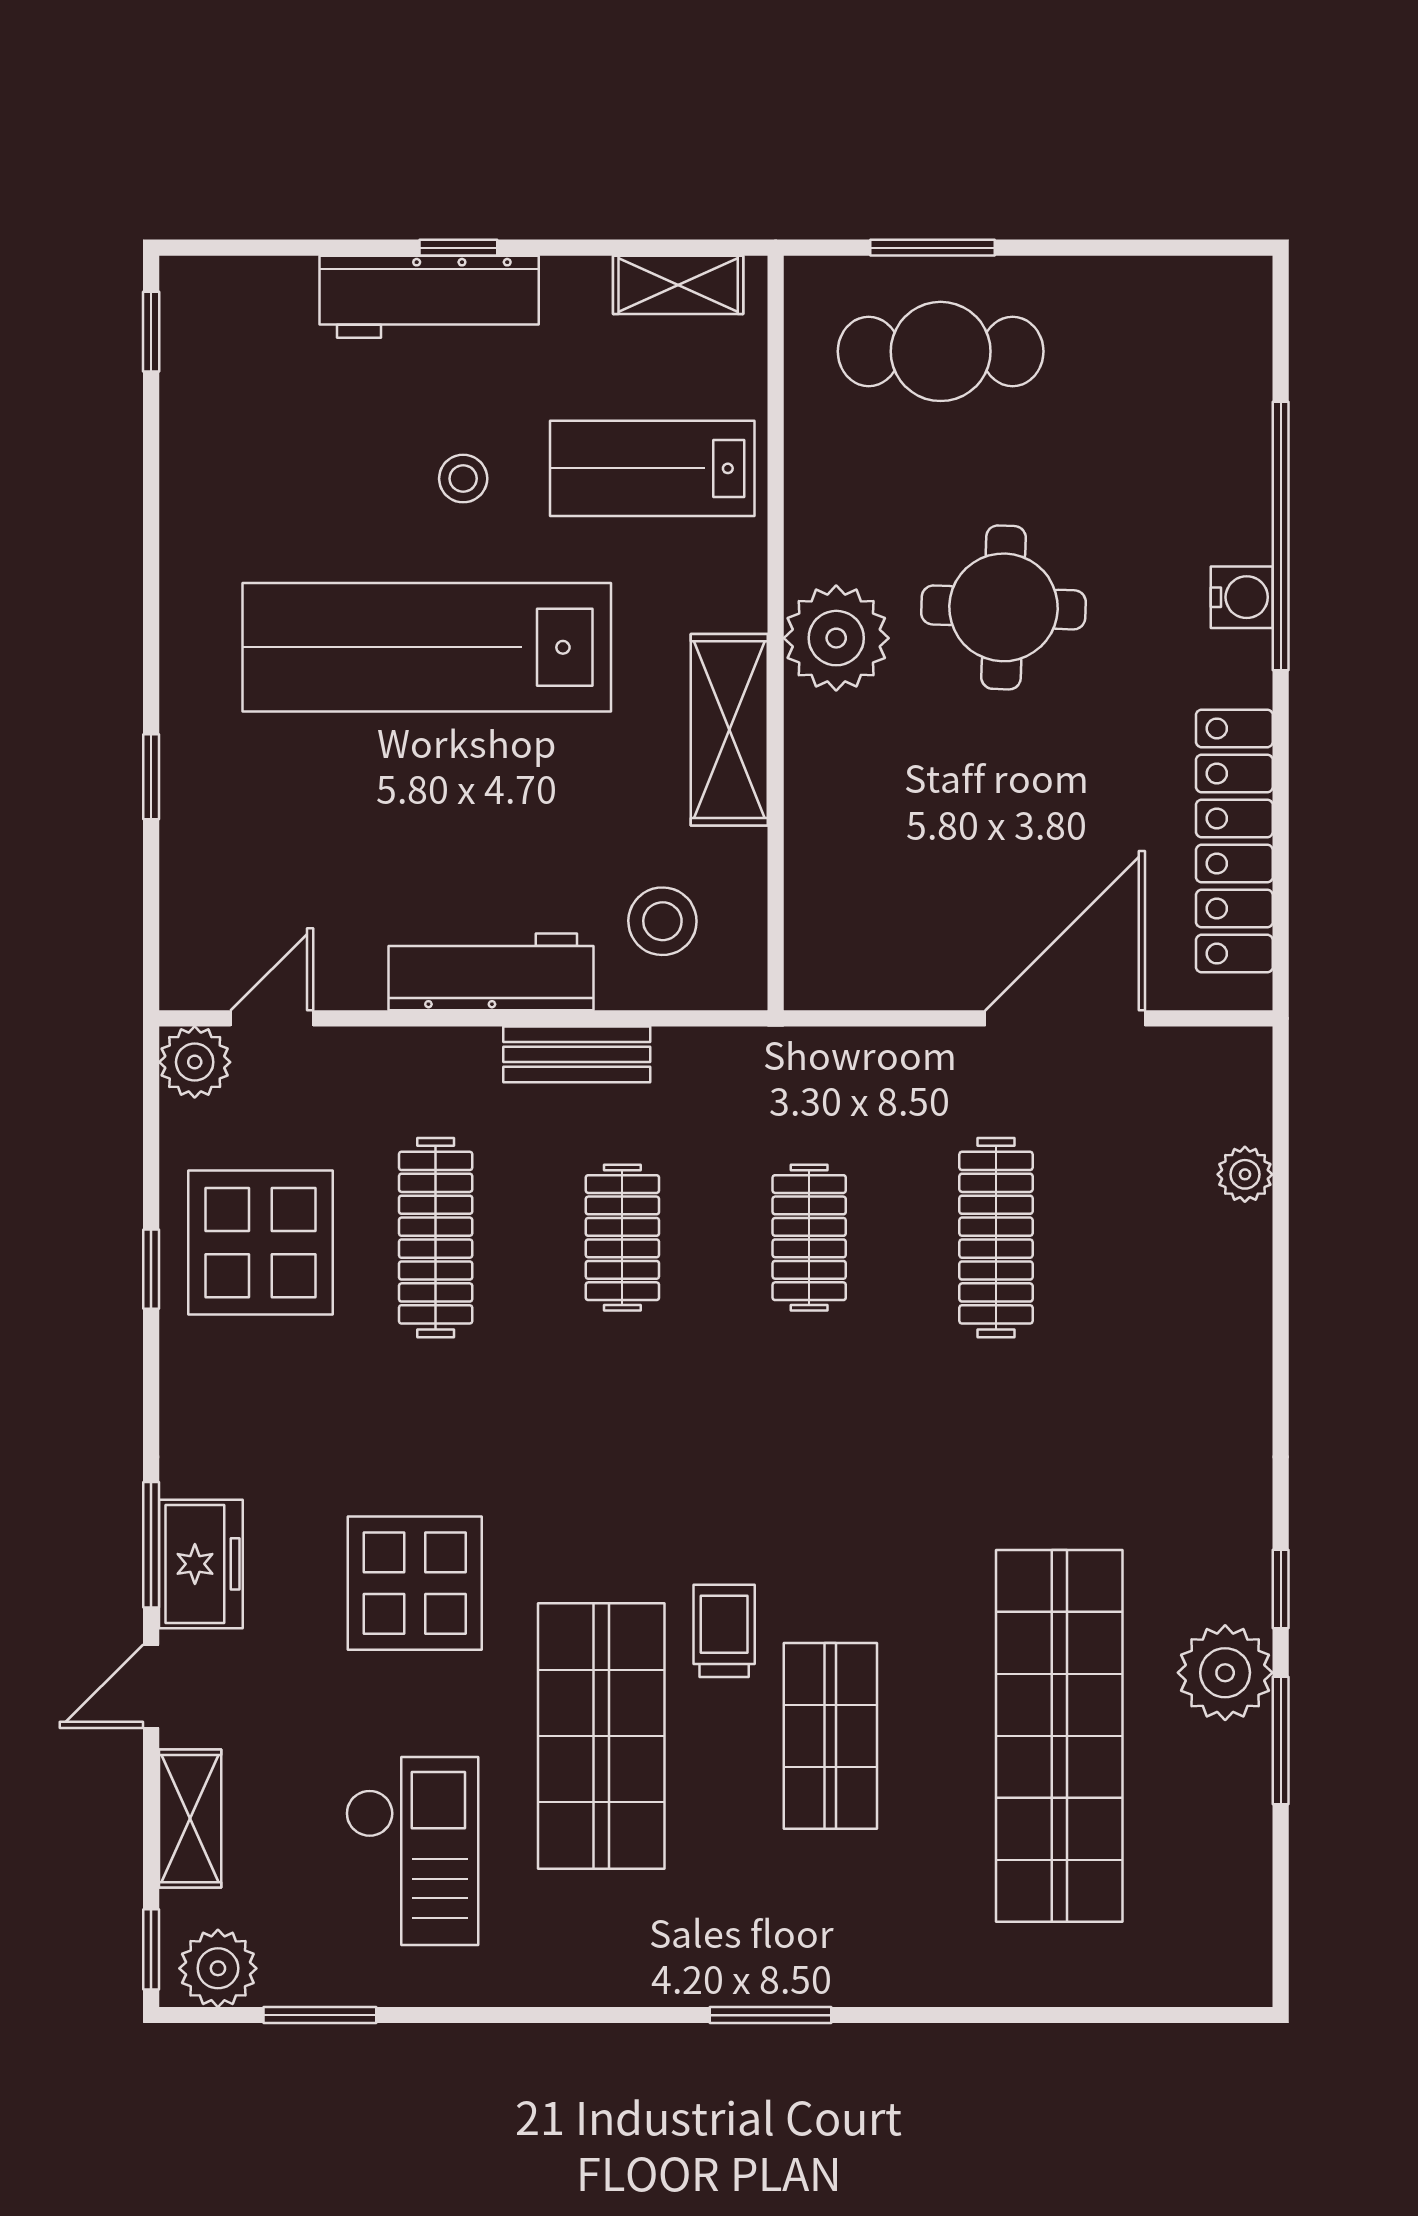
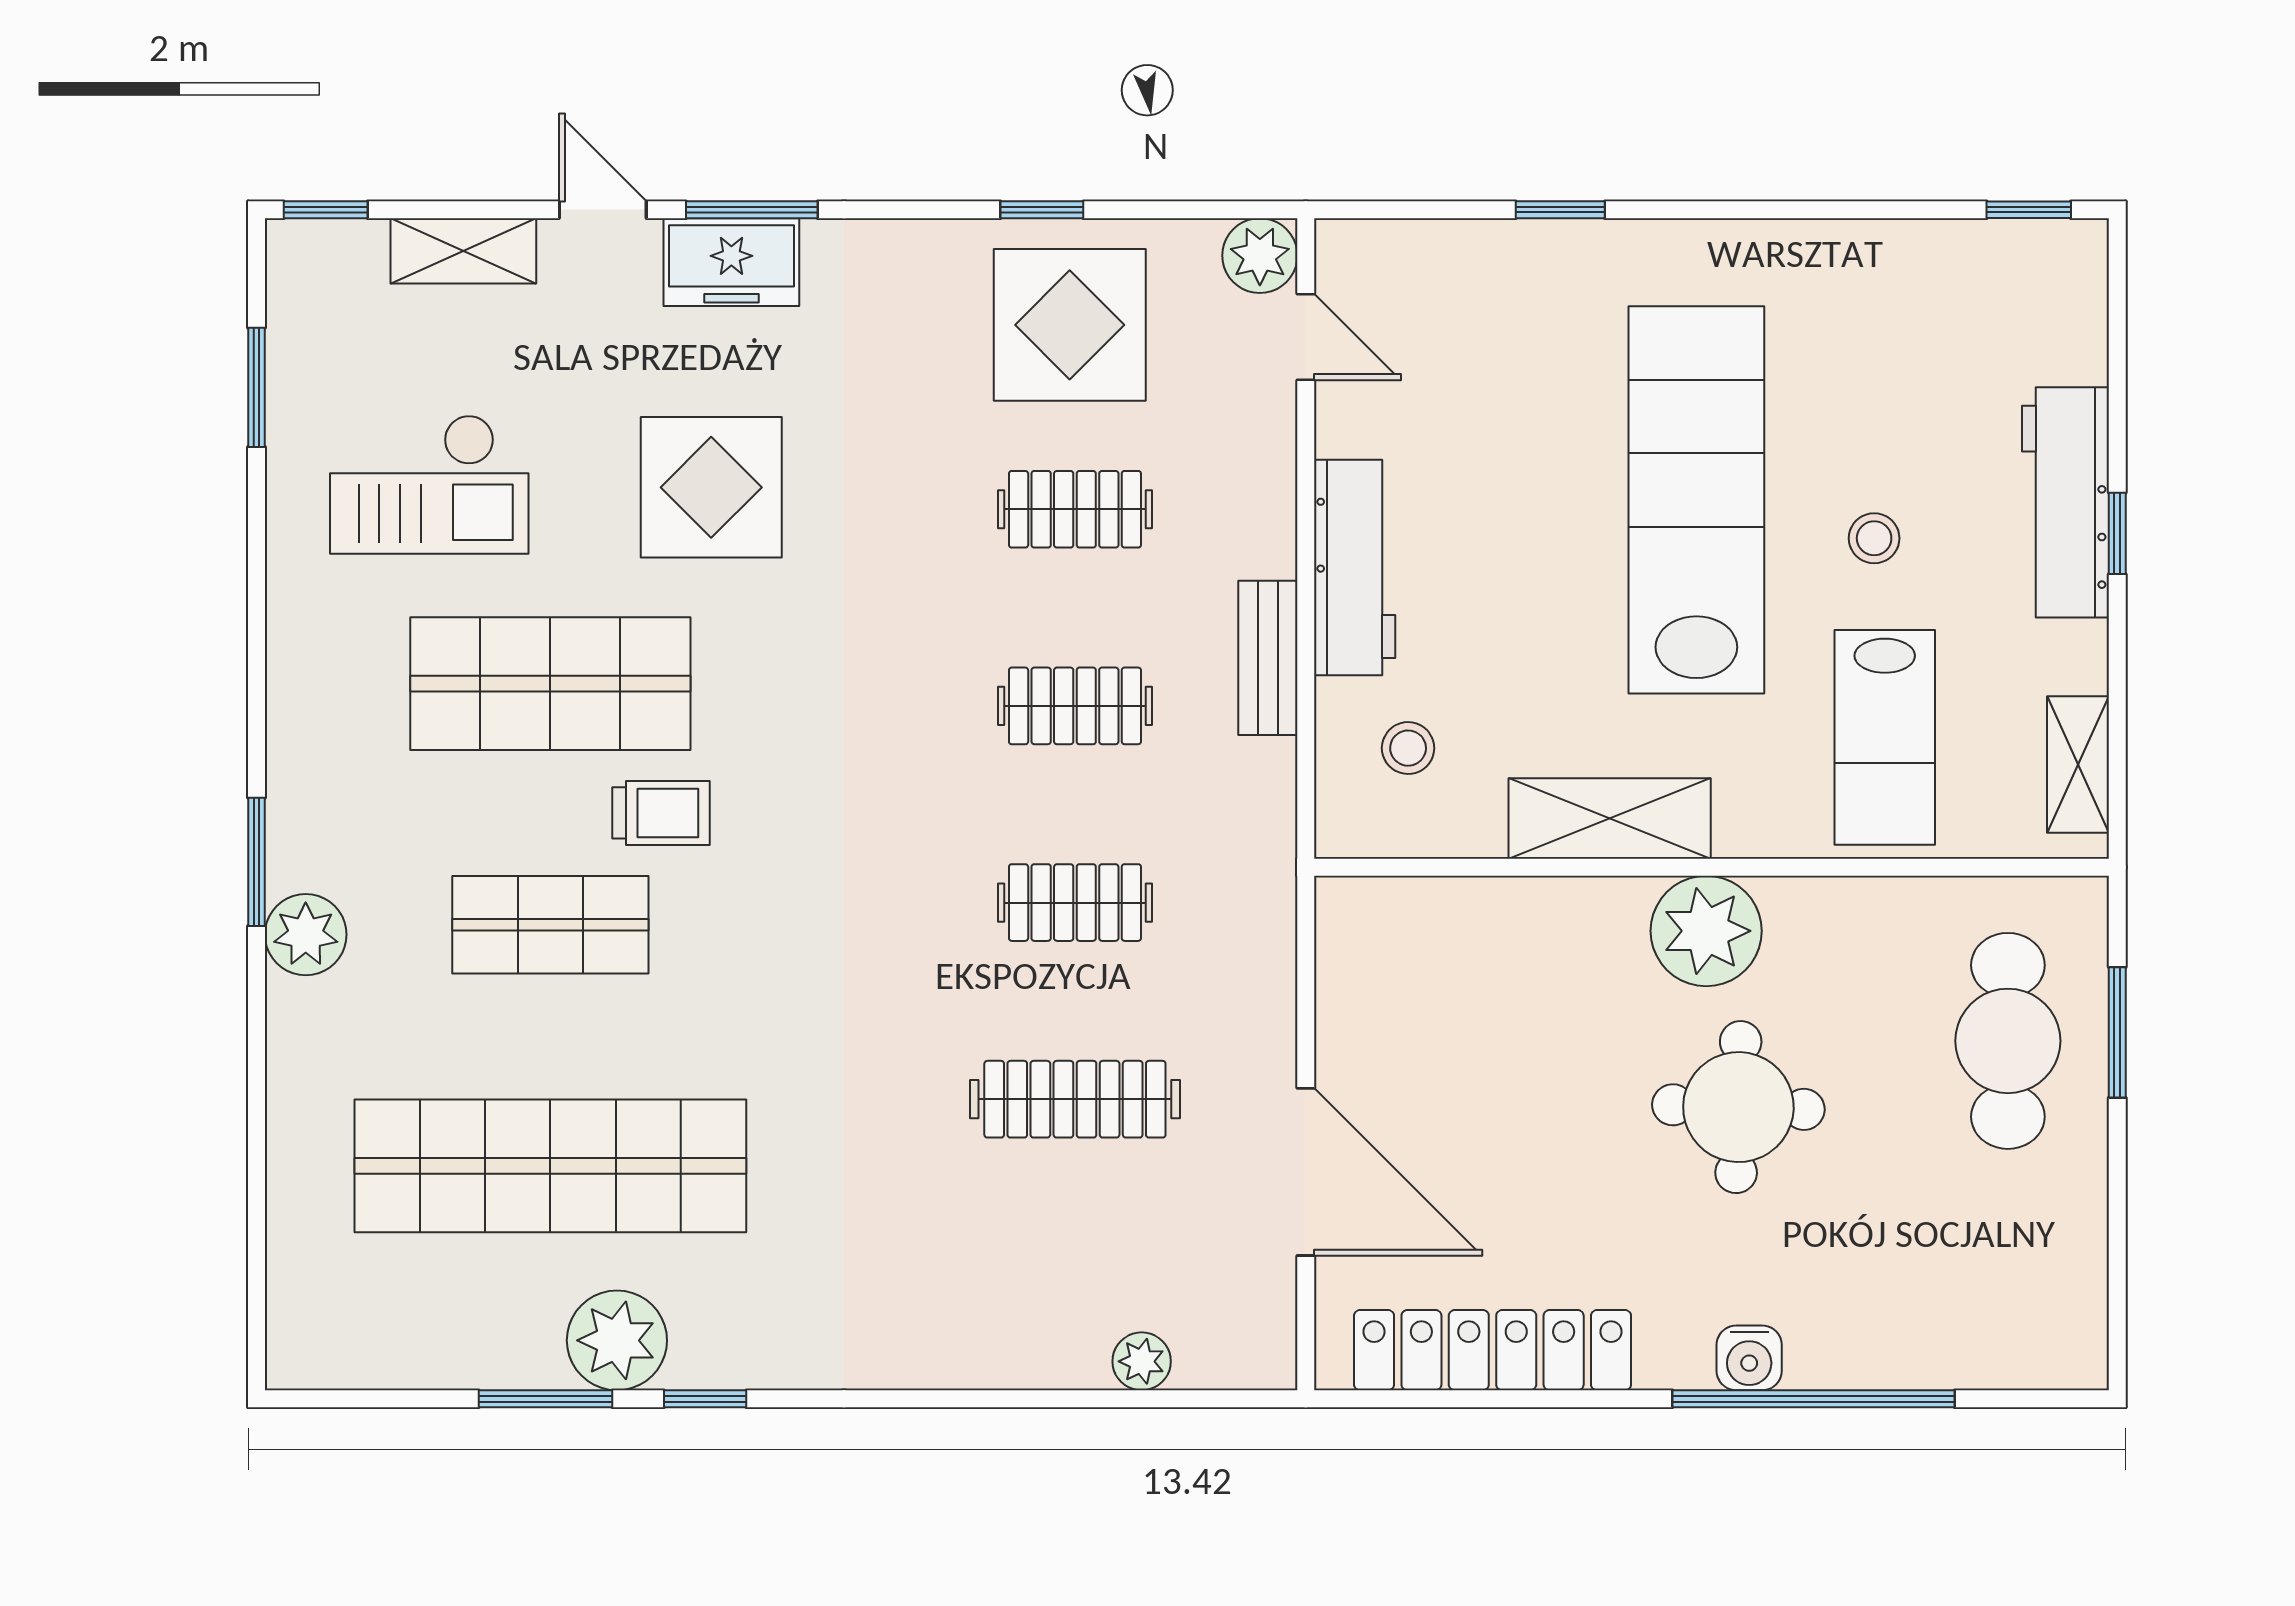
lab bench: (652, 468) -> (1885, 737), turned 180
stool: (662, 921) -> (1408, 748), width x0.73, depth x0.73
clothes rail: (436, 1238) -> (1075, 509), width x0.73
plant: (218, 1968) -> (306, 935), moved

